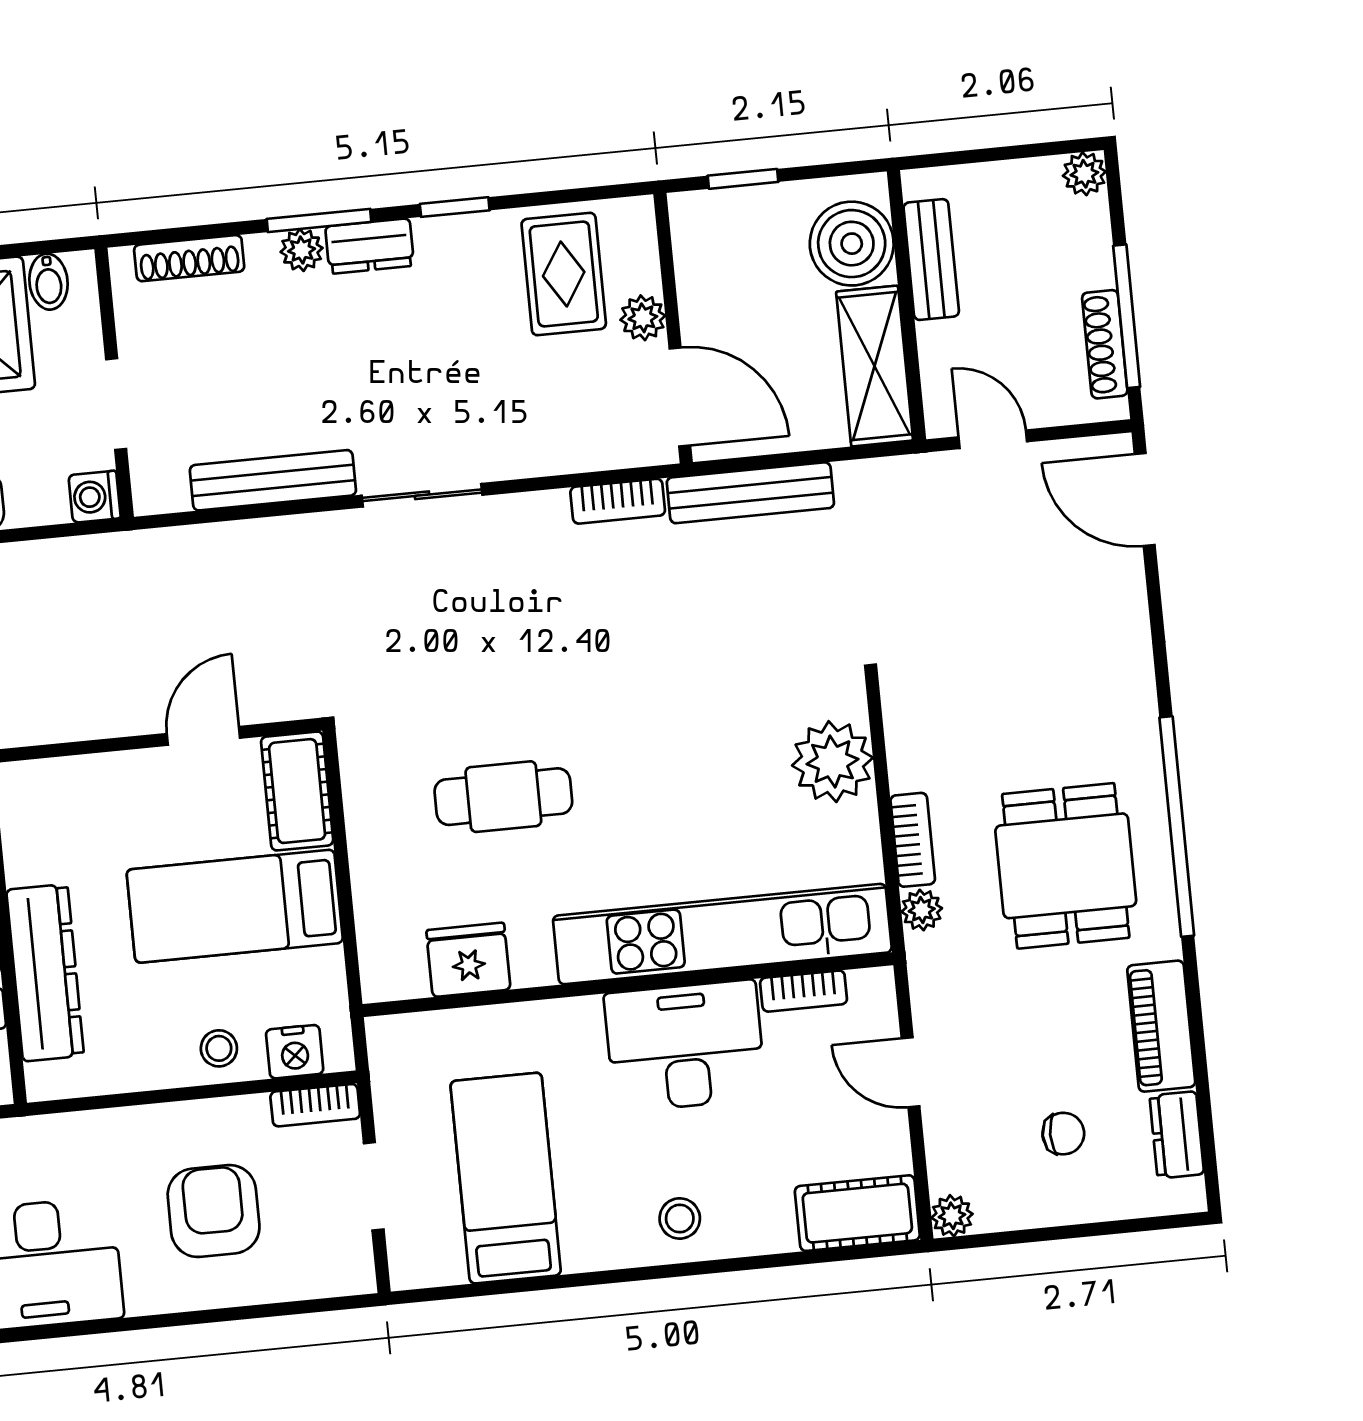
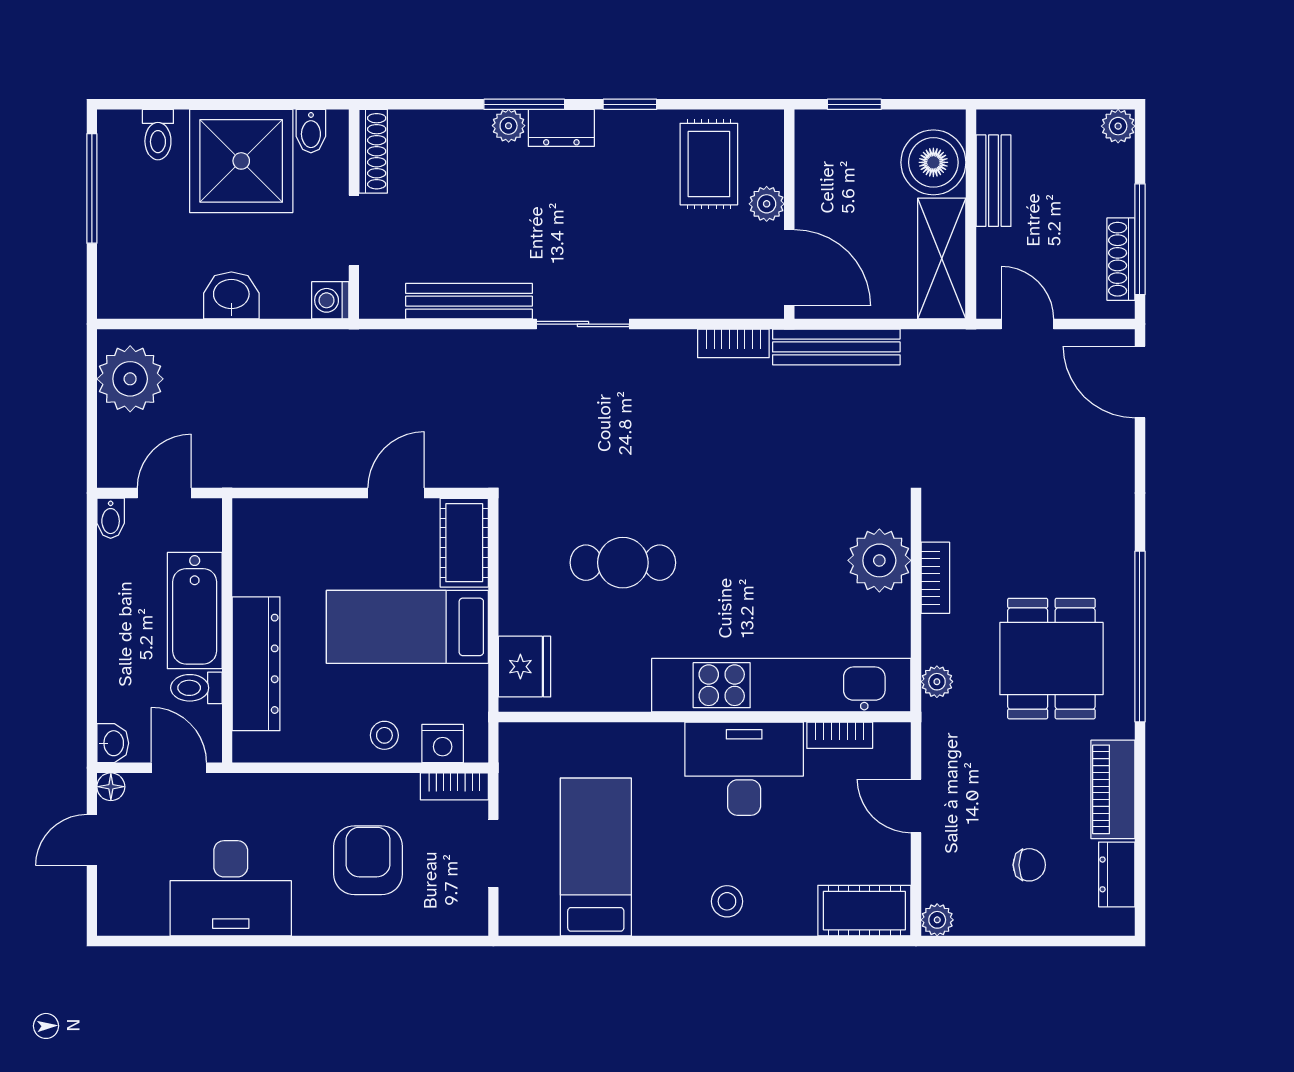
shoe rack: (189, 258) -> (373, 151), moved, turned -90
bookcase: (913, 840) -> (935, 578), moved
fridge: (468, 960) -> (525, 667), moved, turned 90

